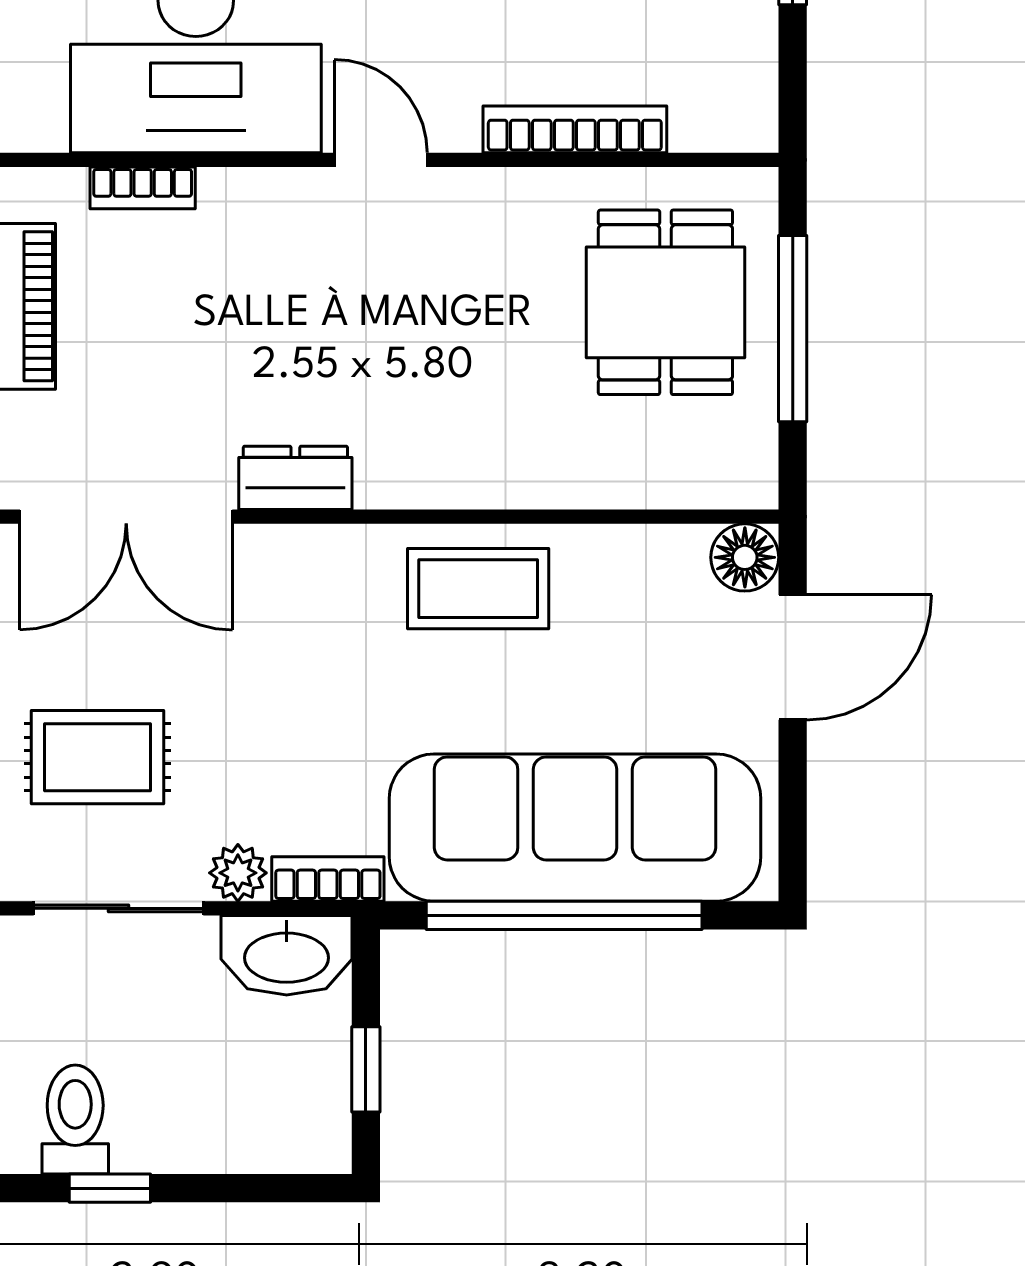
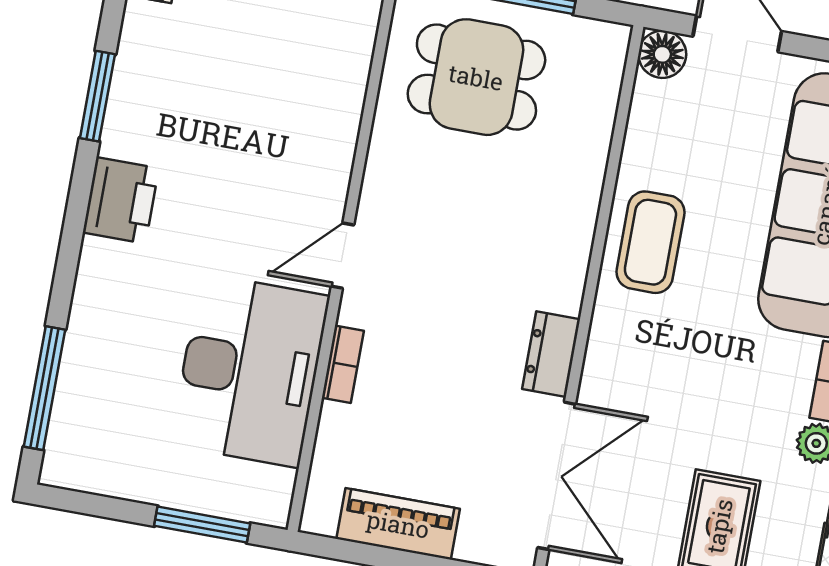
bookcase: (575, 129) -> (346, 118), removed
bookcase: (143, 188) -> (343, 364), moved

